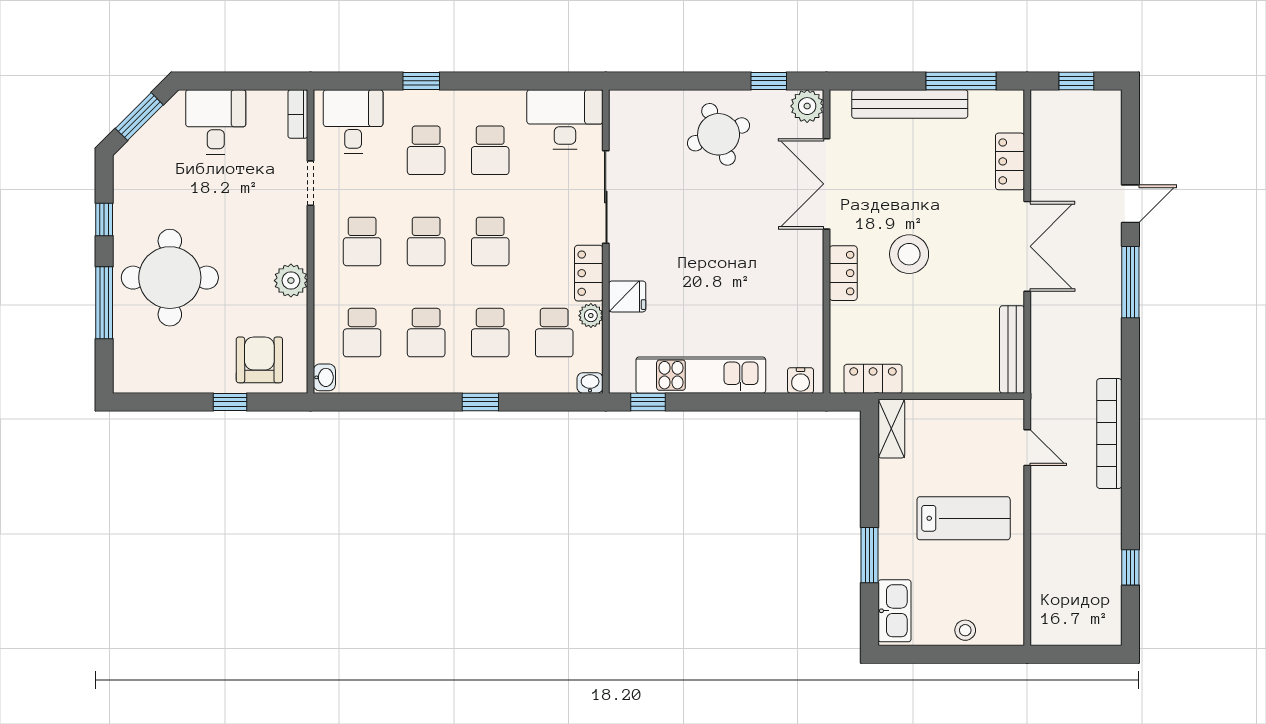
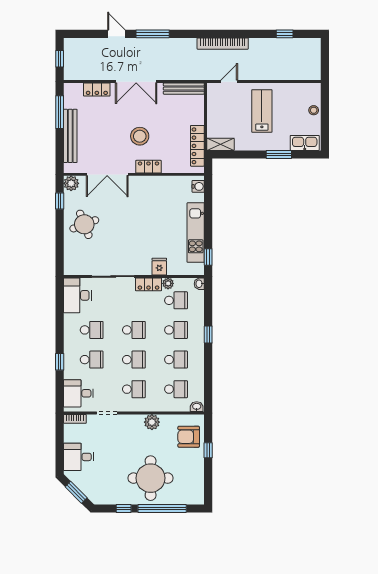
double door: (1027, 246) -> (136, 82), swing flipped
window: (104, 303) -> (162, 509), width x1.46
locker: (873, 379) -> (197, 146), width x1.53

